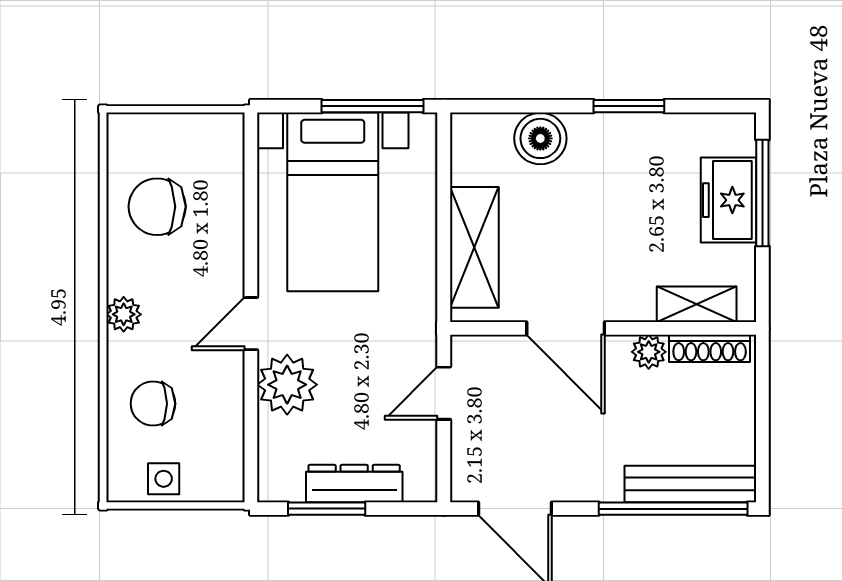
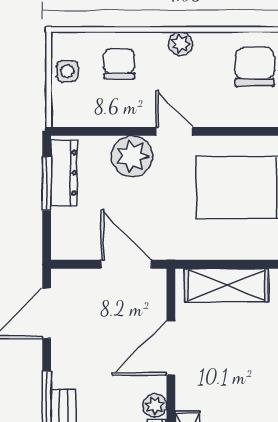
door: (444, 393) -> (126, 264), width x1.38
dresser: (354, 484) -> (64, 173), moved

